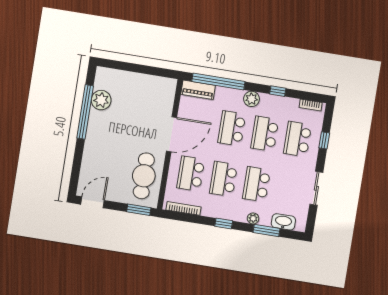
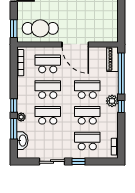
window: (278, 91) -> (121, 106), moved
window: (324, 140) -> (79, 161), moved
window: (224, 224) -> (14, 106), moved

